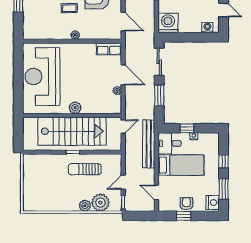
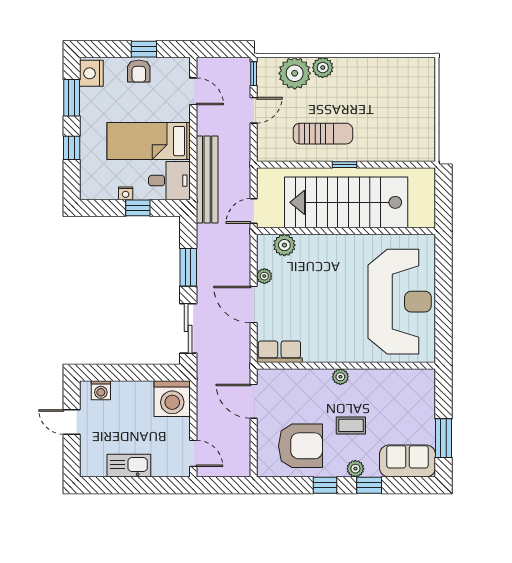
plant: (75, 108) -> (284, 245), moved

